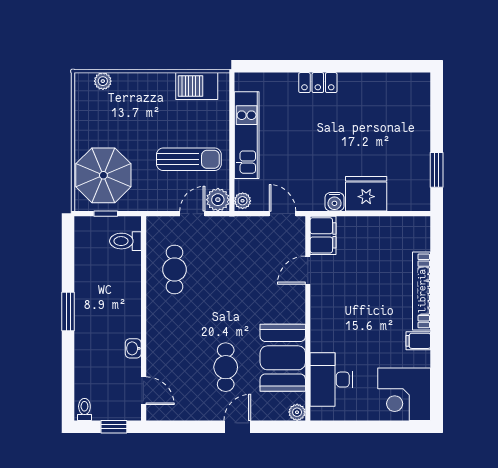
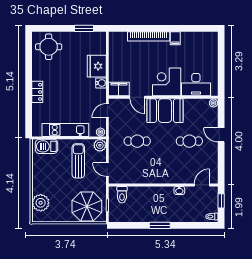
plant: (103, 81) -> (41, 203), width x1.88, depth x1.88
barbecue: (197, 86) -> (46, 146), moved, turned 90
round table: (402, 104) -> (49, 47), added
door: (192, 214) -> (107, 170), moved
cafe table: (175, 270) -> (137, 141), moved
booth: (283, 358) -> (165, 111), moved
corner desk: (404, 394) -> (167, 82), moved, turned 180

